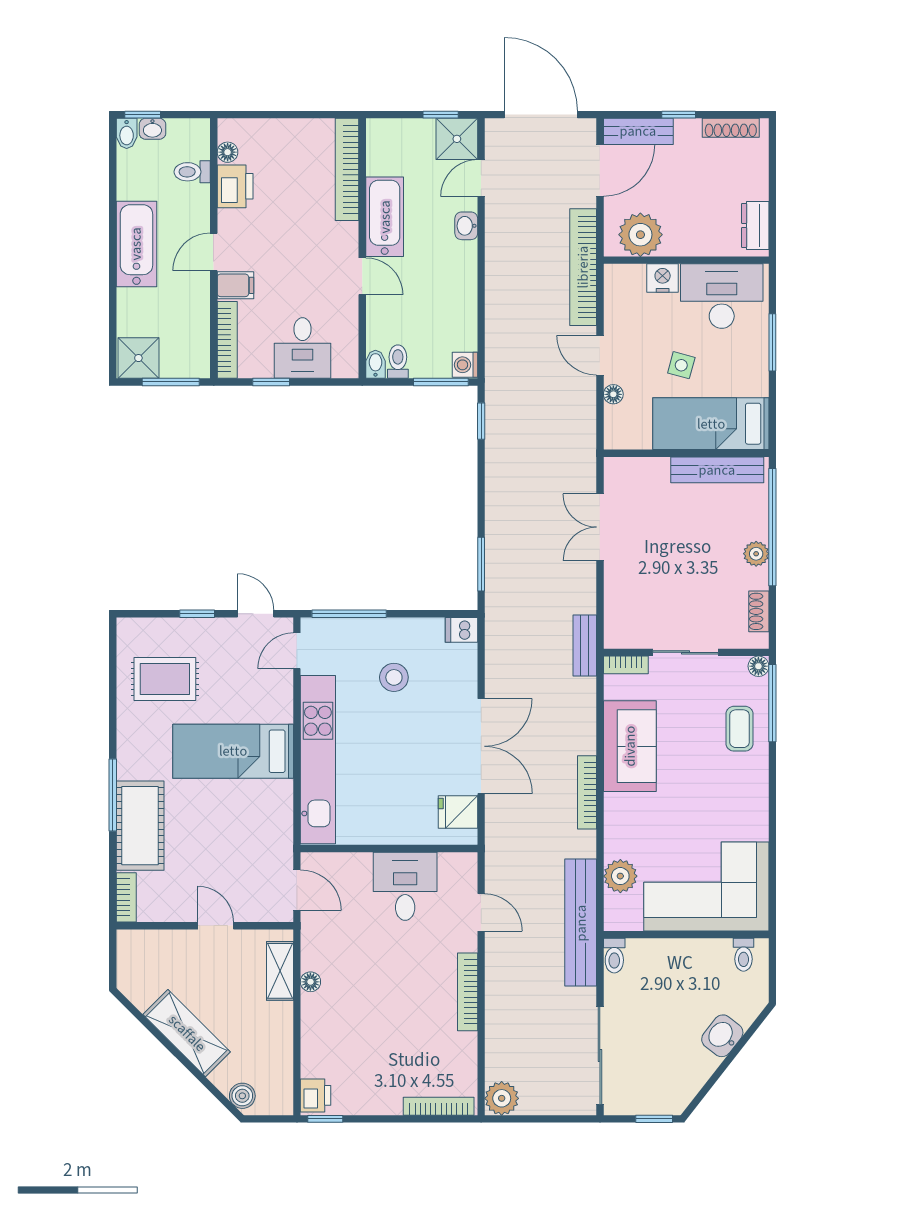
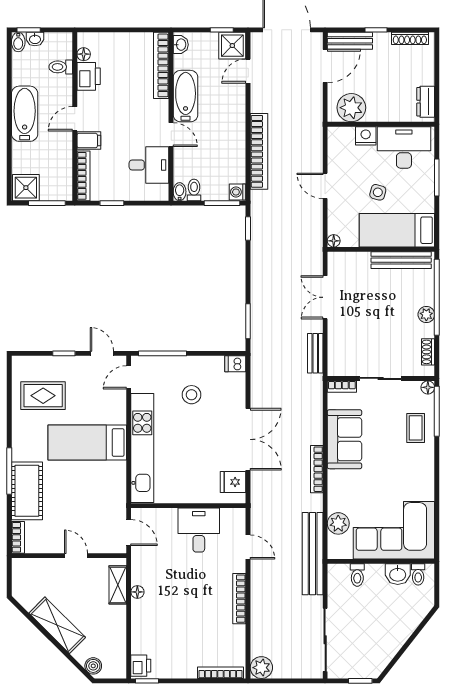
washbasin: (466, 226) -> (181, 45), moved, turned 180
bookcase: (583, 267) -> (259, 151), moved, turned 180
desk: (302, 348) -> (149, 165), moved, turned -90
floor lamp: (613, 394) -> (334, 241), moved
bench: (585, 646) -> (315, 353), moved
toilet: (614, 956) -> (357, 575), moved
washbasin: (722, 1036) -> (398, 574), moved, turned -128

